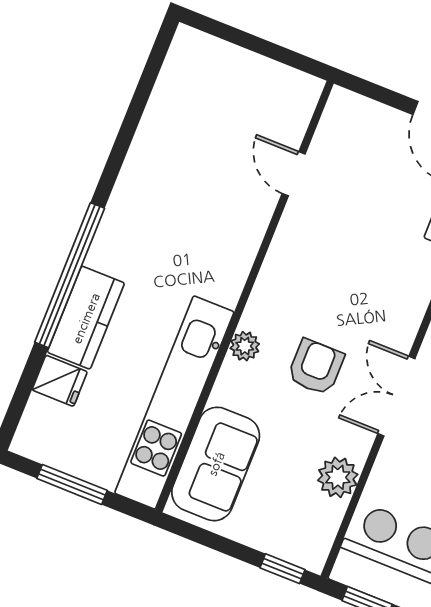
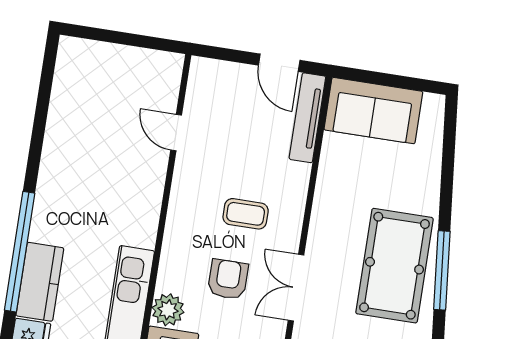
coffee table: (356, 292) -> (246, 214), added
plant: (245, 346) -> (168, 310), moved, width x1.38, depth x1.38

